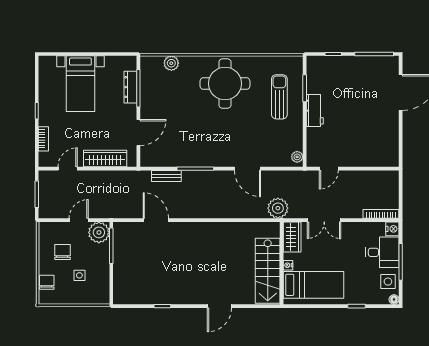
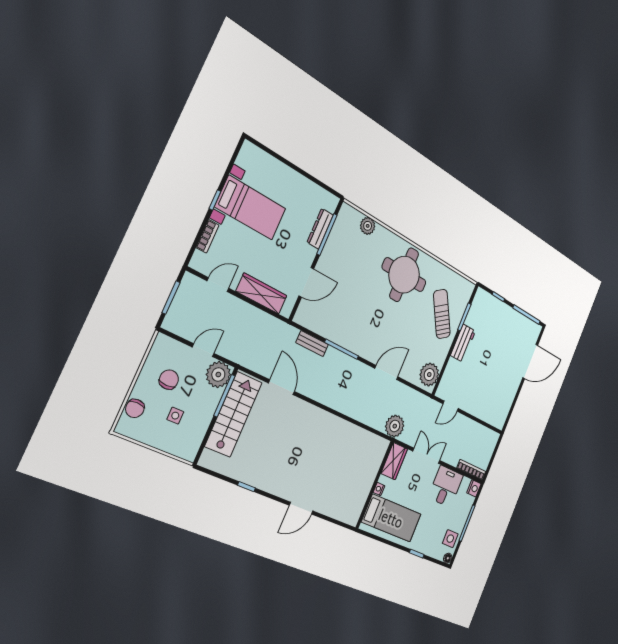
bed with nightstands: (80, 84) -> (251, 208), moved, turned -90
sun lounger: (279, 97) -> (442, 314), turned -33
plant: (297, 157) -> (429, 375), width x1.87, depth x1.87
door: (247, 169) -> (386, 373), swing flipped
double door: (324, 220) -> (426, 456), swing flipped
desk: (382, 252) -> (446, 486), moved, turned -90
stairs: (268, 271) -> (234, 414), moved, turned 180
chair: (47, 282) -> (135, 408), turned 180

